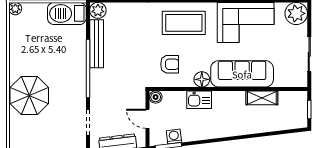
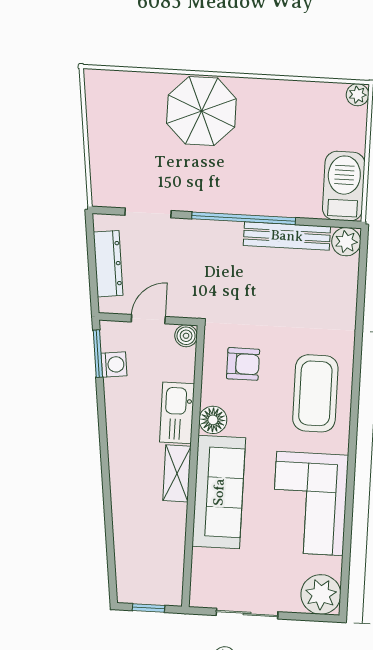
armchair: (170, 64) -> (243, 364), turned -90
shelving: (262, 98) -> (177, 473), moved
kitchen sink: (199, 100) -> (177, 413), width x1.38

